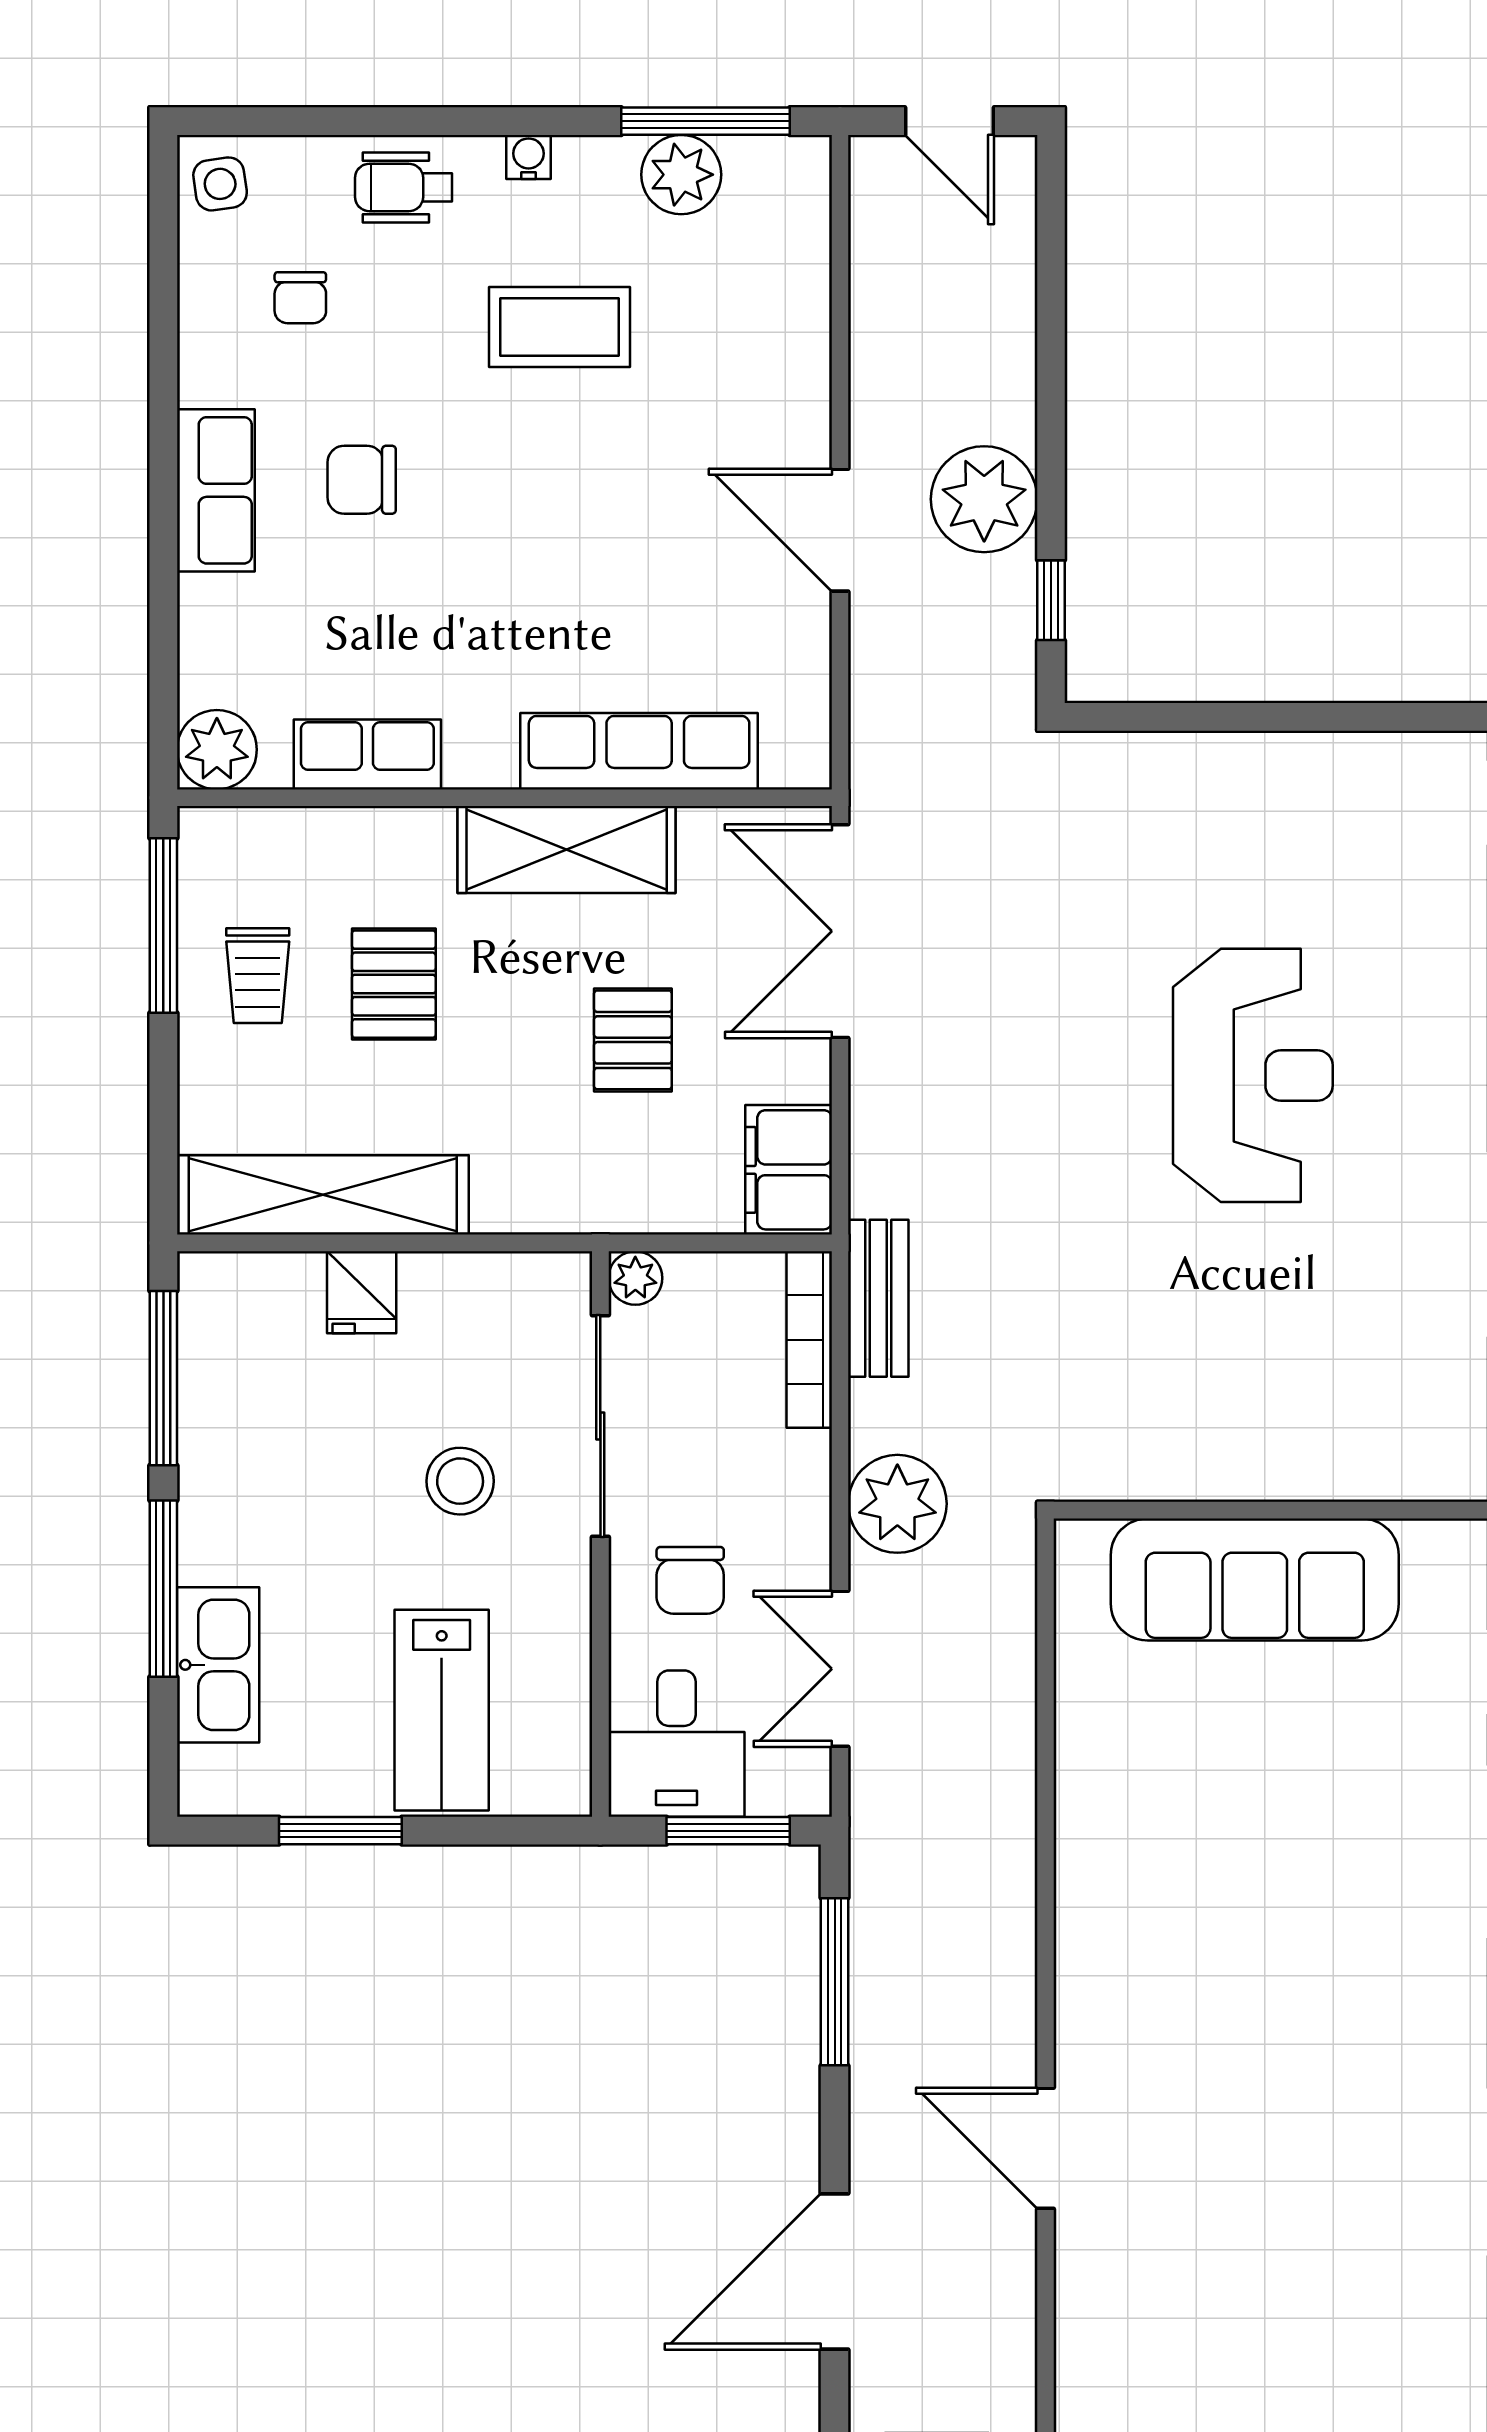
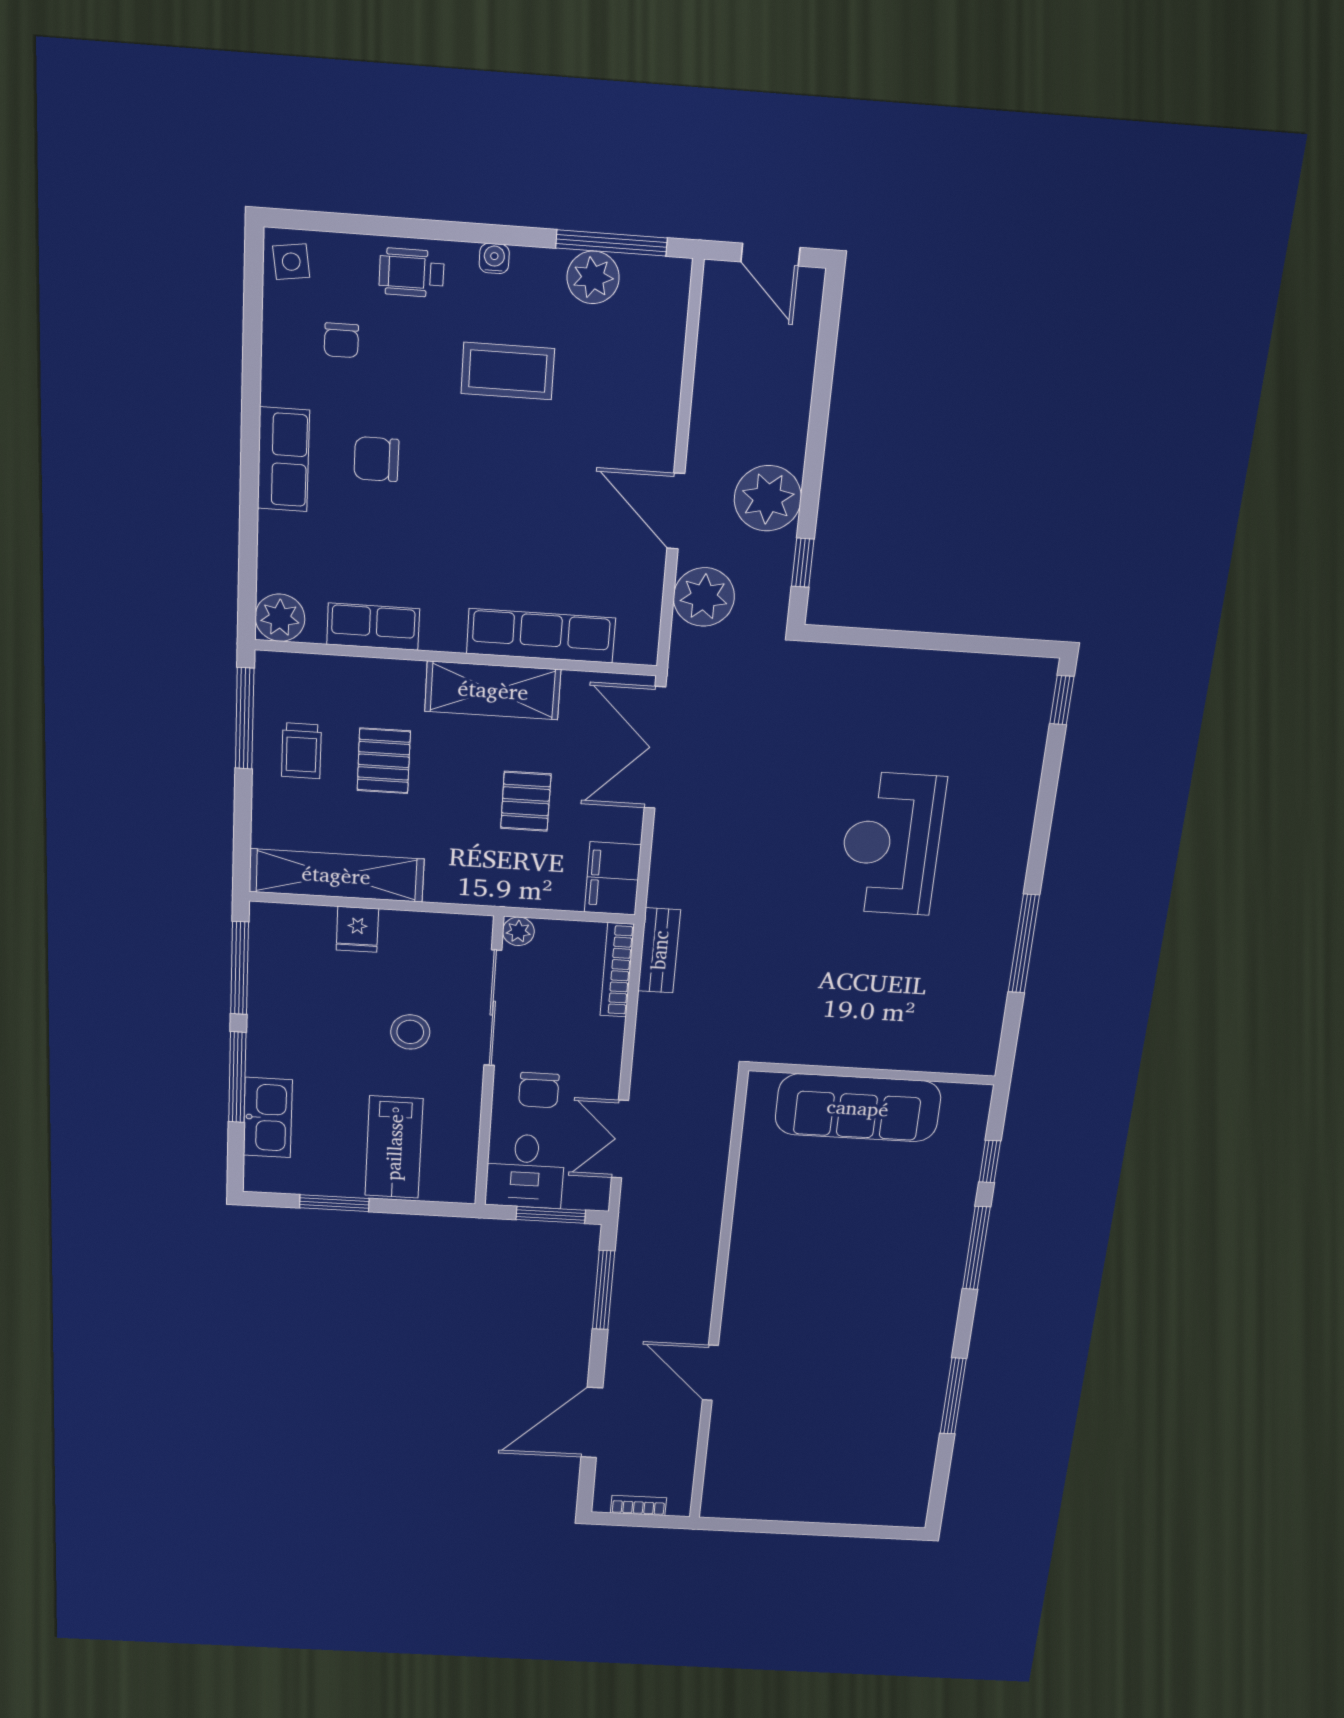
reception desk: (1253, 1075) -> (891, 844), turned 180
plant: (897, 1504) -> (704, 597), moved

